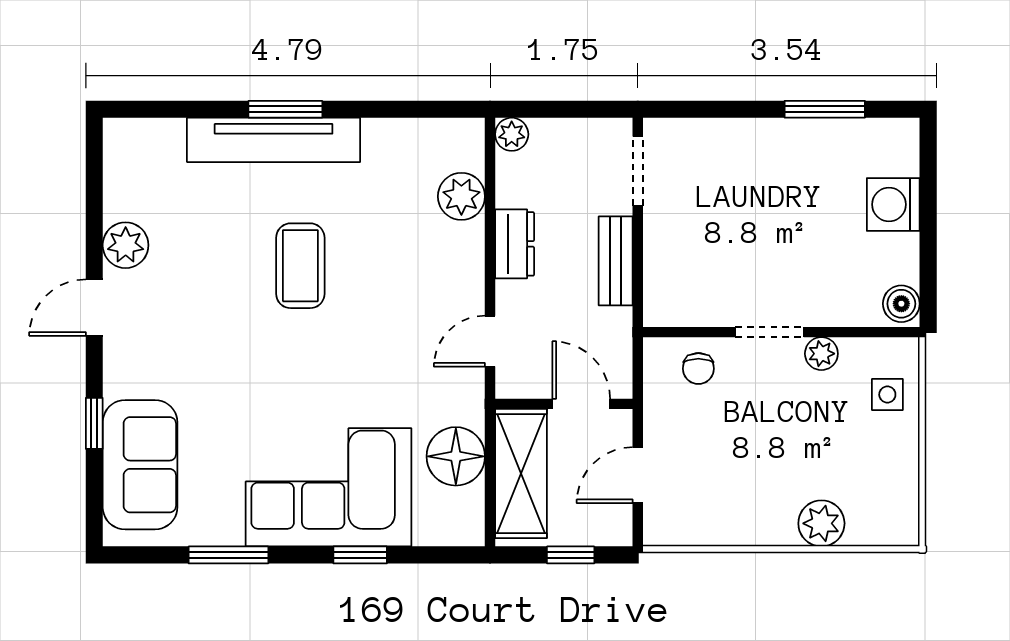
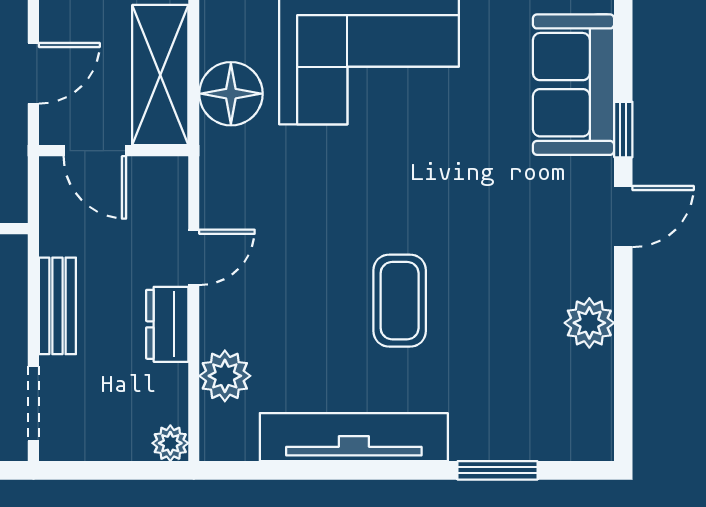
window: (285, 109) -> (497, 470), moved
tv unit: (274, 140) -> (354, 437), moved
door: (94, 308) -> (623, 217), moved
door: (490, 341) -> (194, 257), moved

